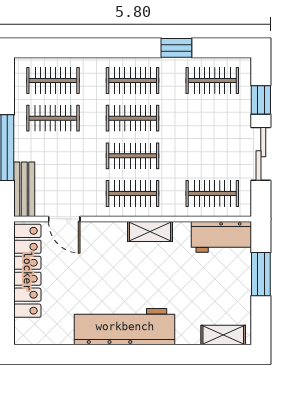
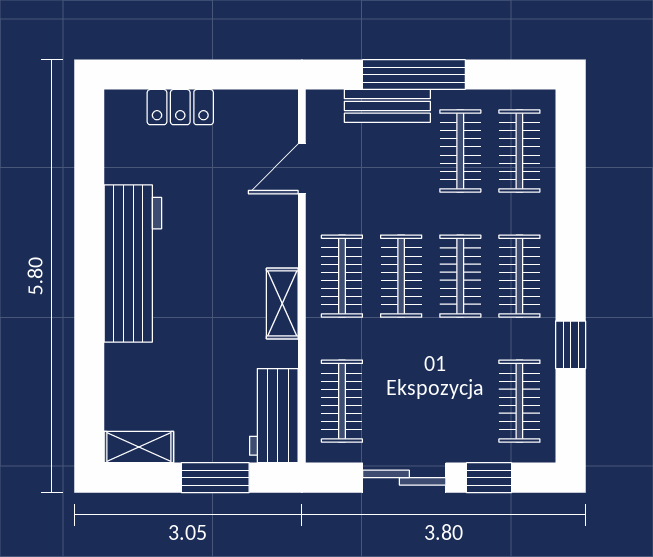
bench: (24, 189) -> (387, 106), moved
locker: (27, 271) -> (180, 107), width x0.46, depth x0.83
shelving: (223, 335) -> (139, 447), moved, turned 90

